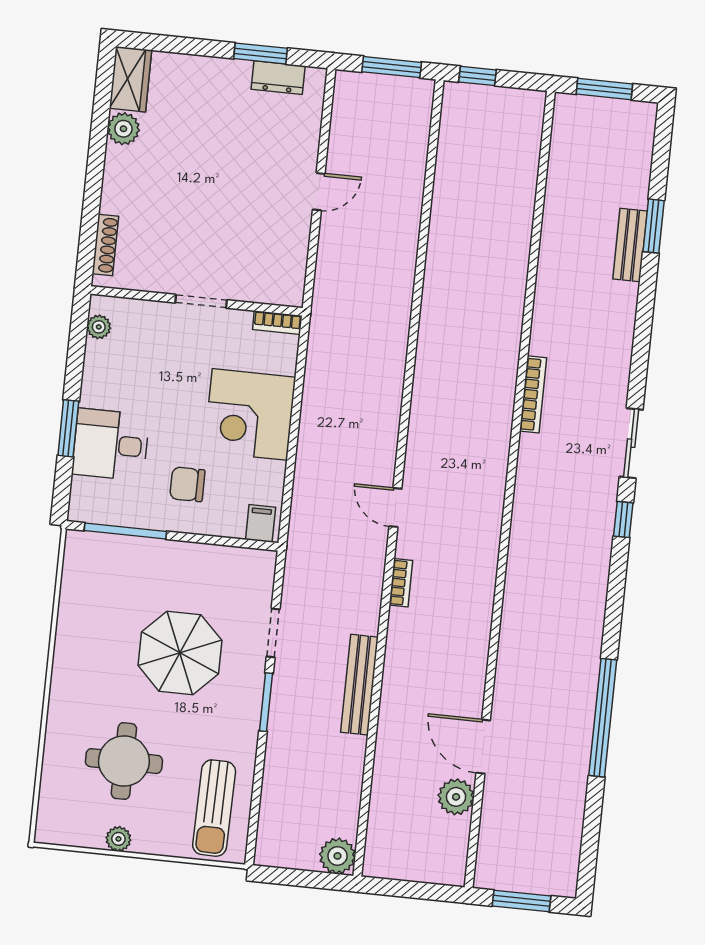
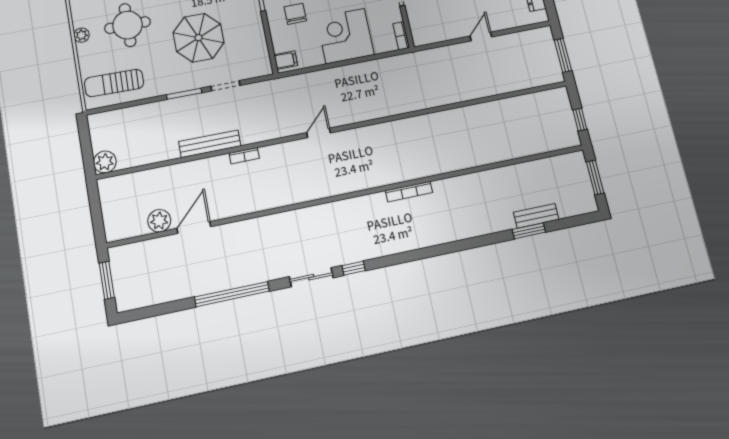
window: (478, 76) -> (580, 120), moved
door: (319, 192) -> (481, 36), swing flipped
bench: (630, 245) -> (536, 216), moved
sliding door: (631, 443) -> (311, 277), moved
bookcase: (401, 583) -> (244, 156), moved

